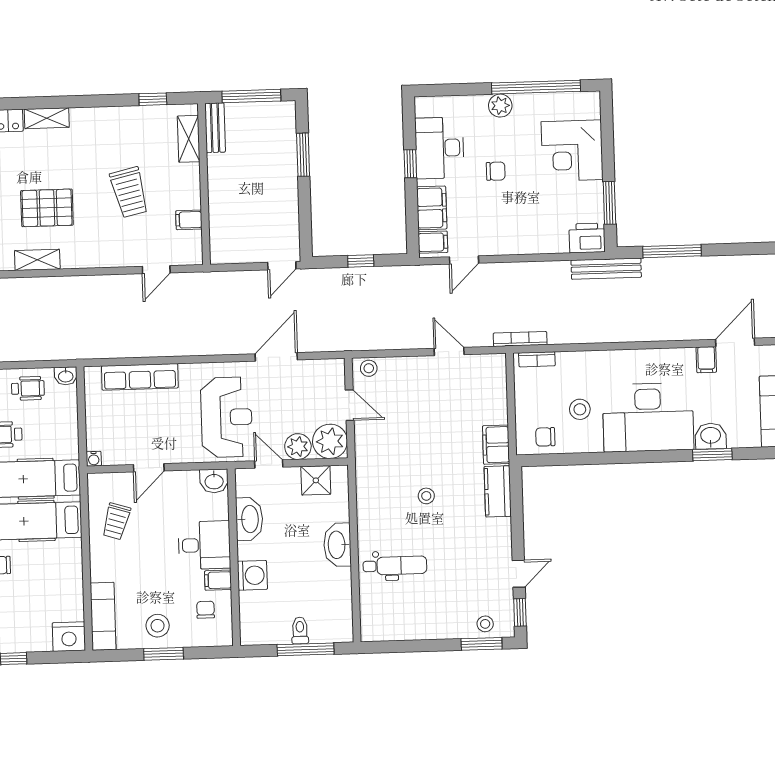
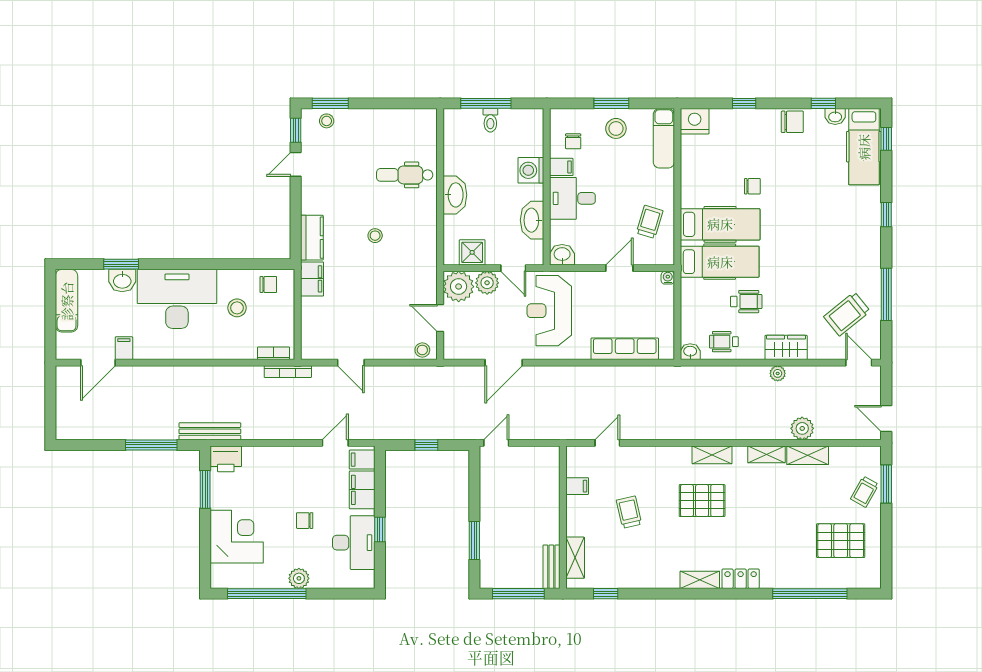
trolley: (129, 192) -> (629, 512), width x0.73, depth x0.72

